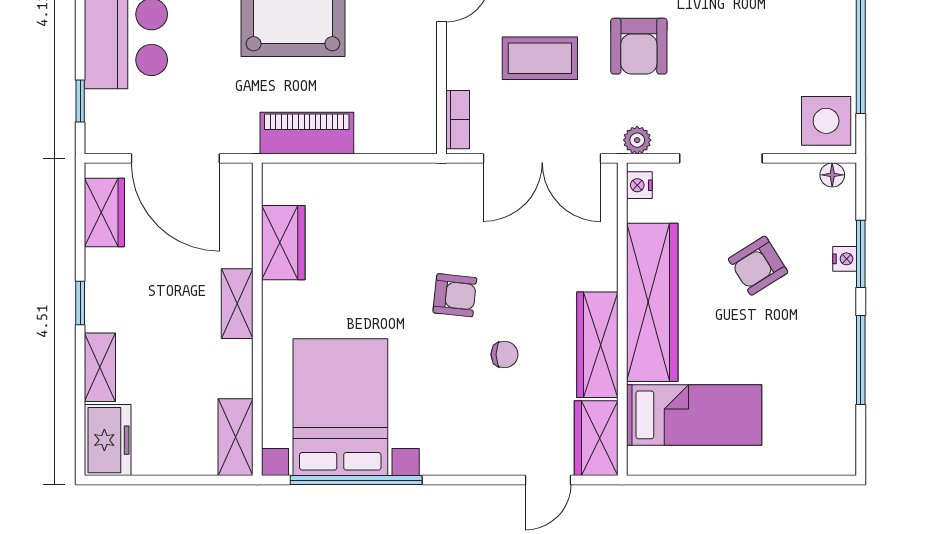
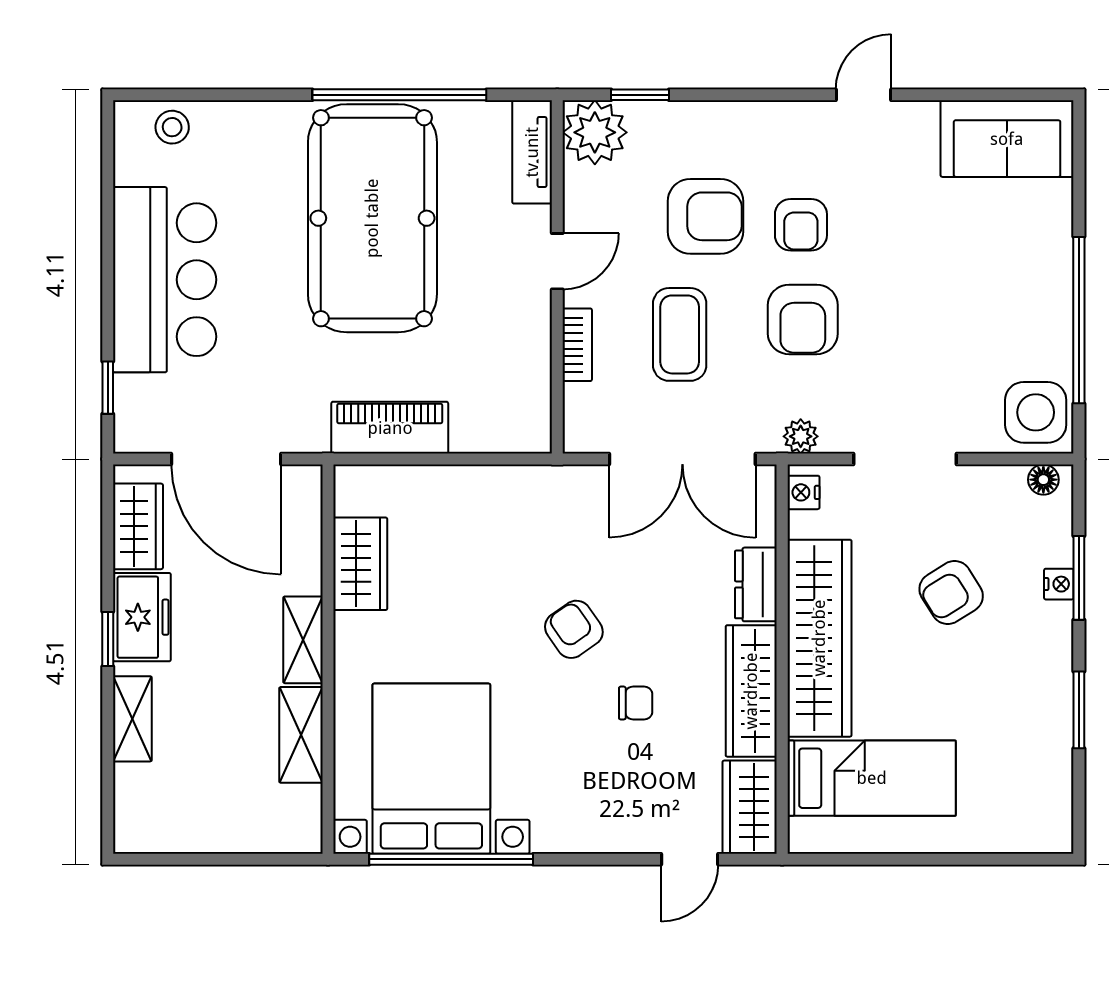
coffee table: (540, 58) -> (680, 334), turned 90
bookcase: (458, 120) -> (577, 345), moved
dresser: (601, 259) -> (756, 584), added
armchair: (455, 295) -> (574, 629), turned -131
window: (861, 360) -> (1079, 710), width x0.69
shelving: (236, 437) -> (301, 735), moved
freezer: (108, 440) -> (142, 617), moved

